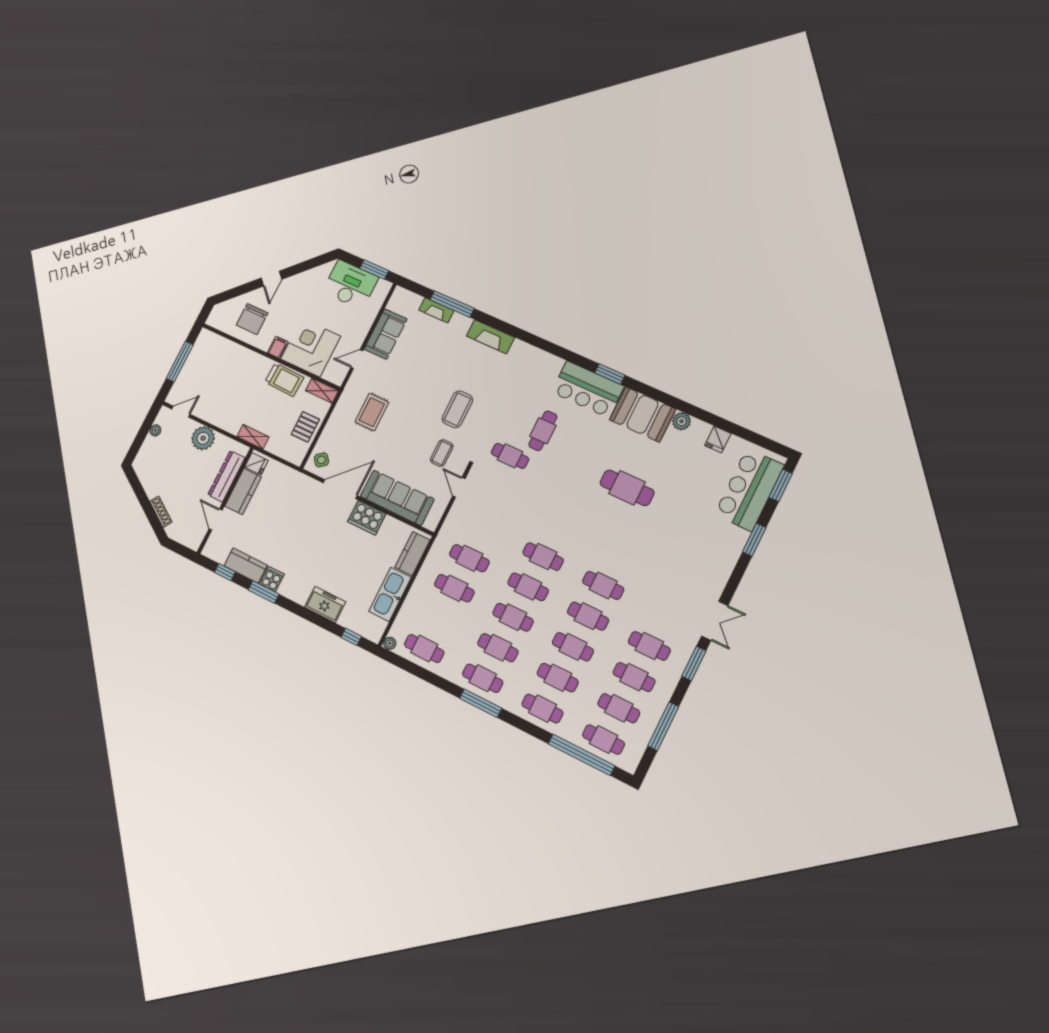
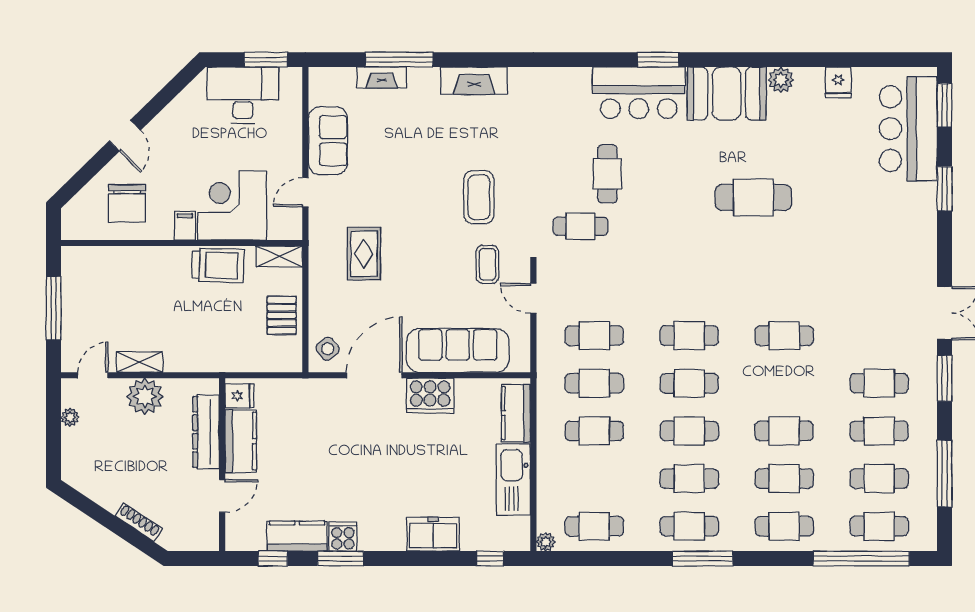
shelving: (253, 437) -> (140, 362), moved
door: (216, 519) -> (222, 496), swing flipped
cafe table: (588, 616) -> (594, 336), moved

